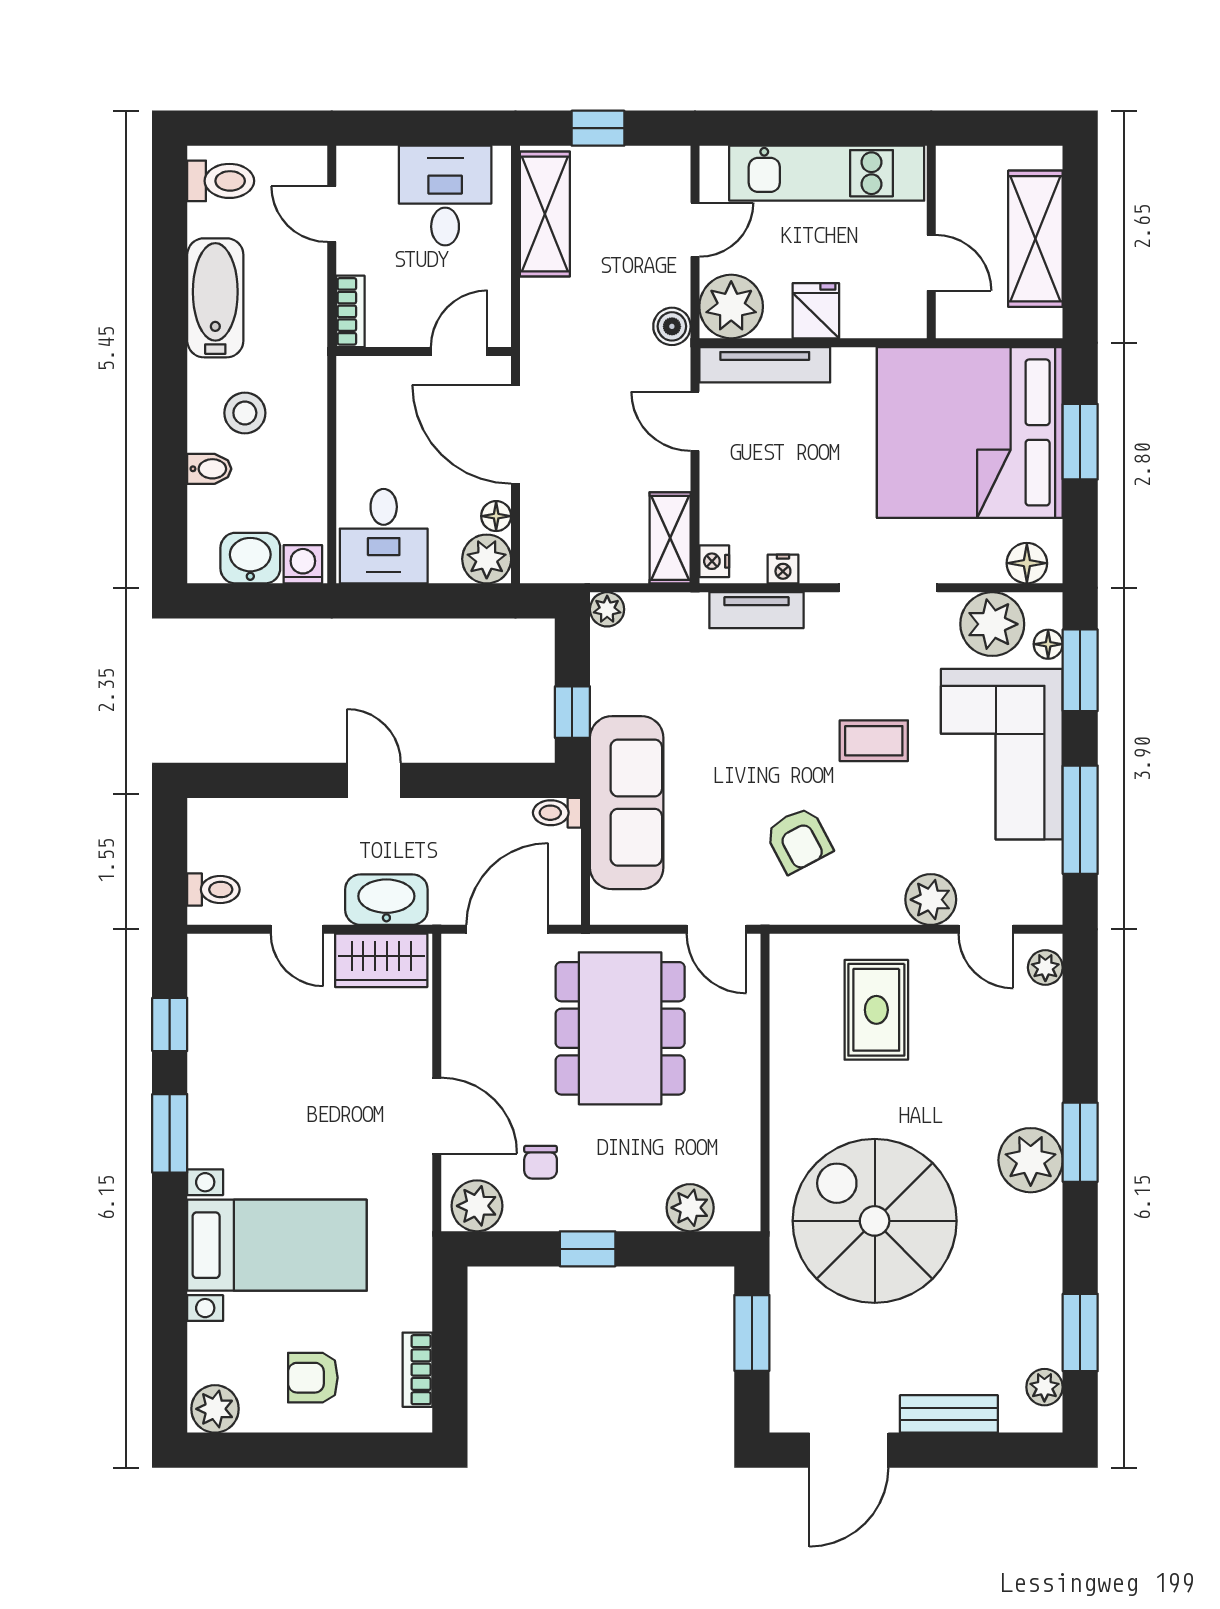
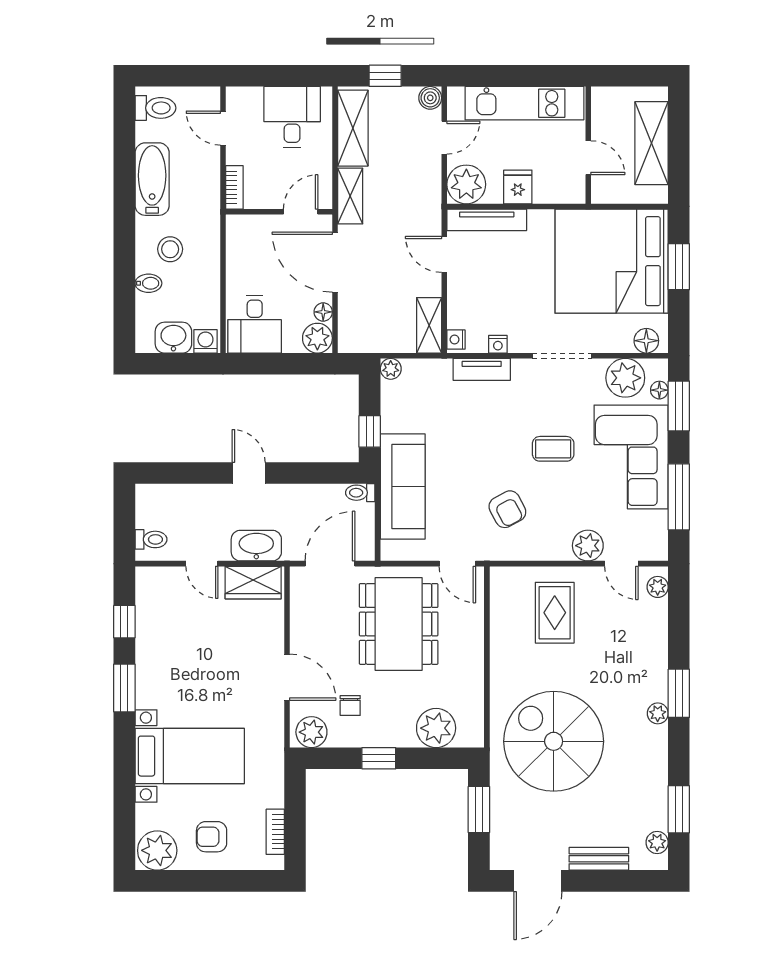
shelving: (540, 326) -> (350, 196), added
boiler: (672, 326) -> (430, 98), moved
plant: (1031, 1160) -> (658, 713), width x0.53, depth x0.53
plant: (690, 1208) -> (436, 728), width x1.36, depth x1.36
plant: (215, 1409) -> (157, 850), width x1.36, depth x1.36

